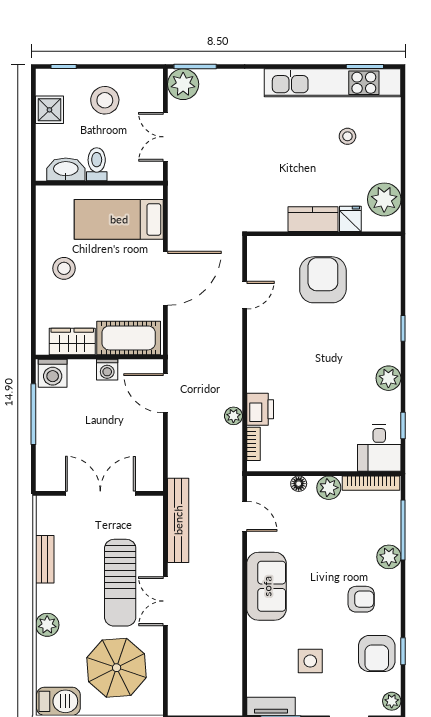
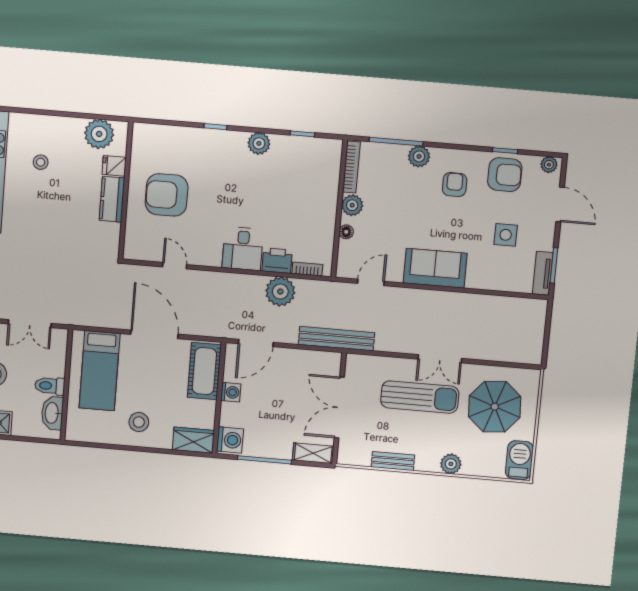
wardrobe: (72, 341) -> (193, 440), moved, turned 90
plant: (233, 416) -> (280, 292), width x1.88, depth x1.88
desk: (379, 448) -> (243, 249), moved, turned 90
shelving: (46, 469) -> (313, 453), added
bench: (178, 520) -> (336, 339), moved

